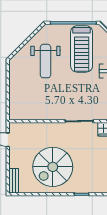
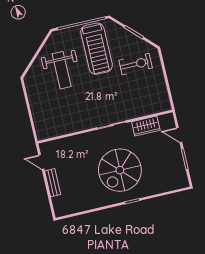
spiral stairs: (53, 167) -> (120, 170), moved
bench: (14, 181) -> (53, 183), moved

